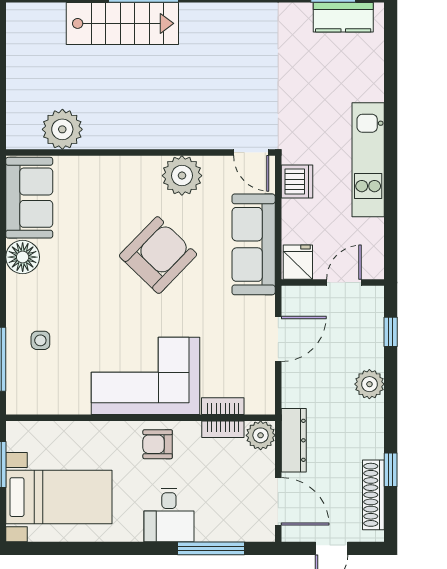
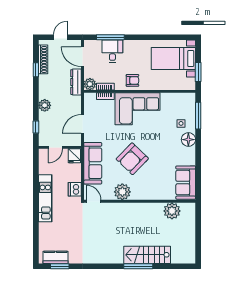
floor lamp: (23, 257) -> (188, 140), moved
desk: (169, 515) -> (112, 51), moved

